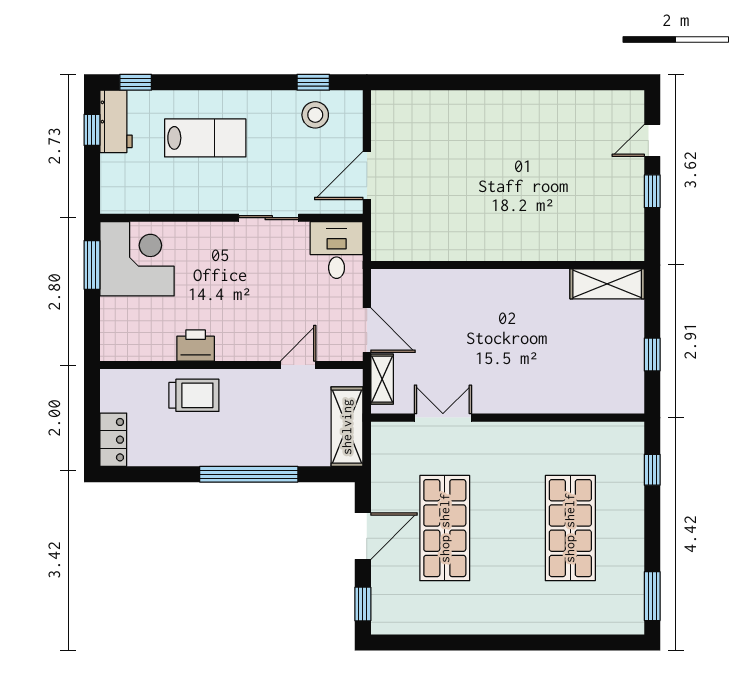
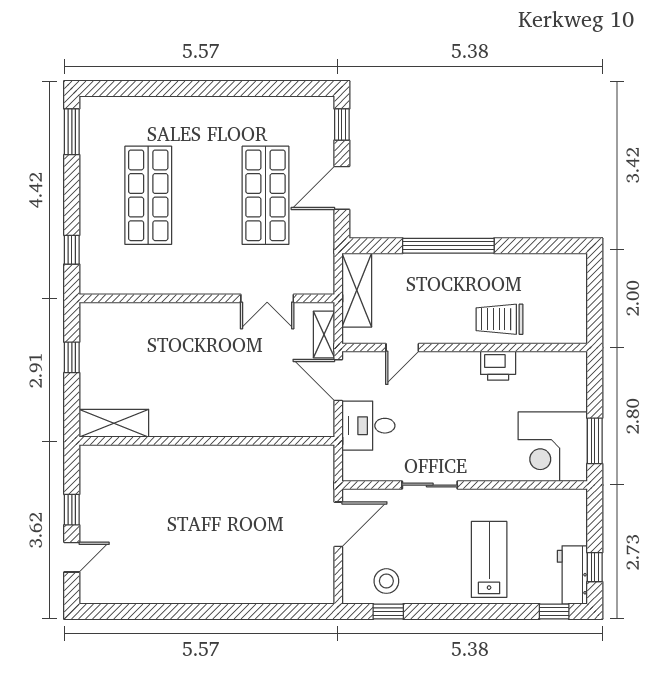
lab bench: (205, 138) -> (489, 559), turned 90
desk: (337, 250) -> (368, 426), moved, turned 90
locker: (113, 440) -> (575, 278), removed

